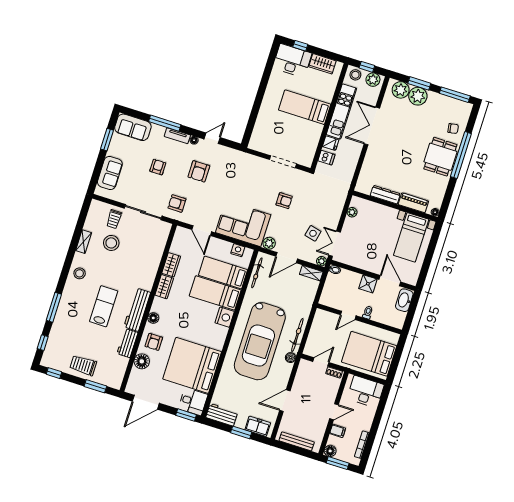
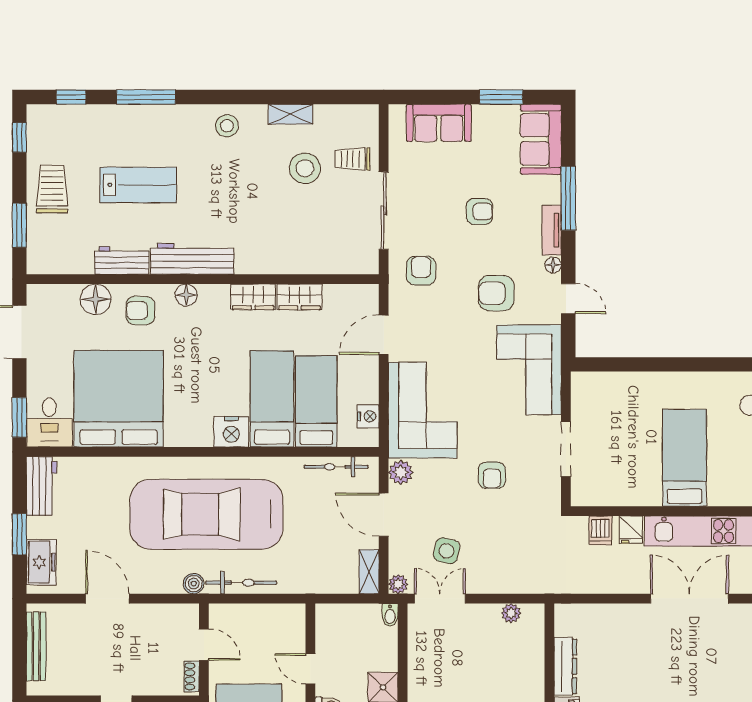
corner sofa: (240, 167) -> (529, 370), added
lab bench: (104, 306) -> (138, 185), moved

